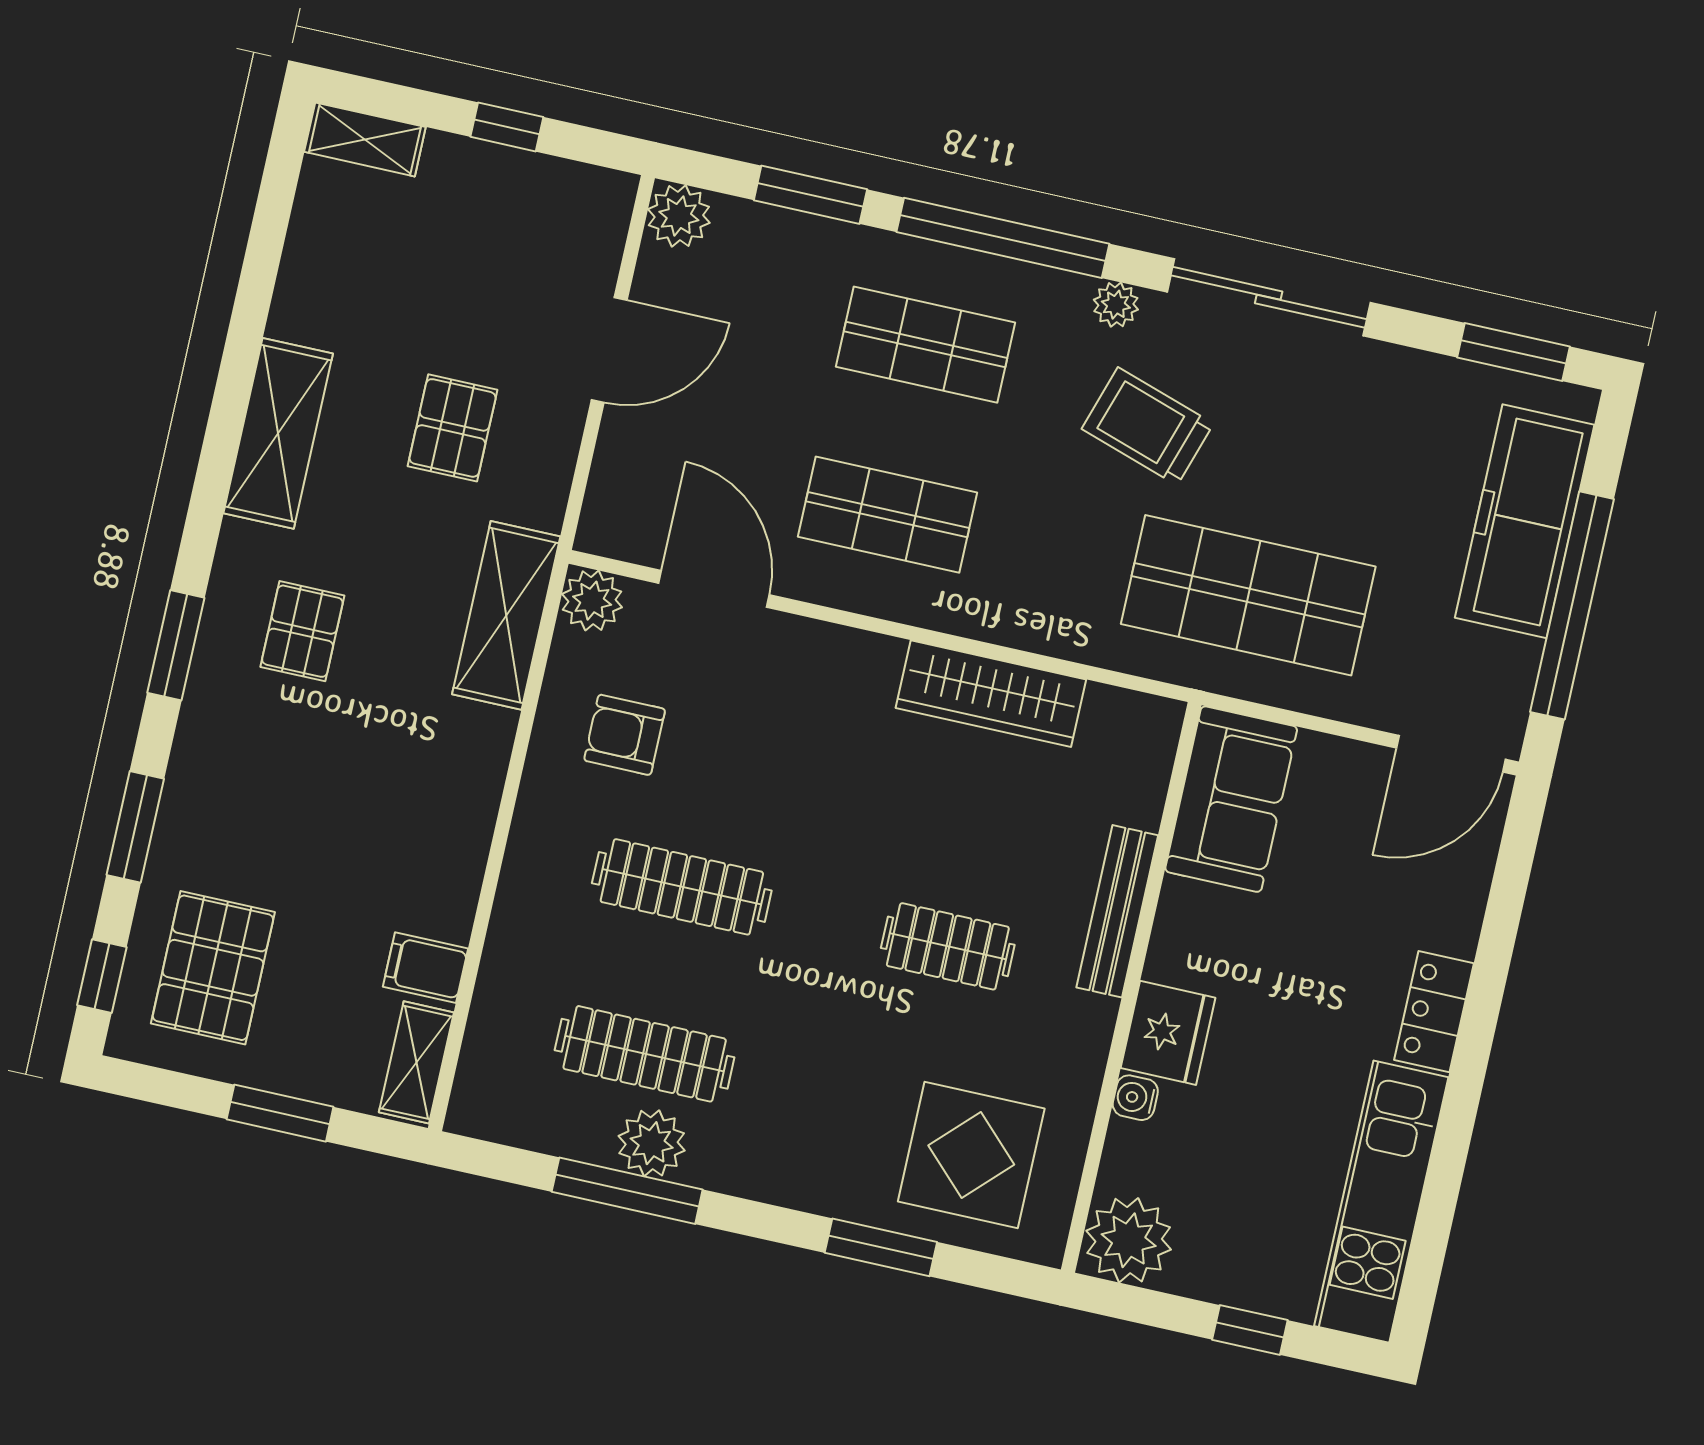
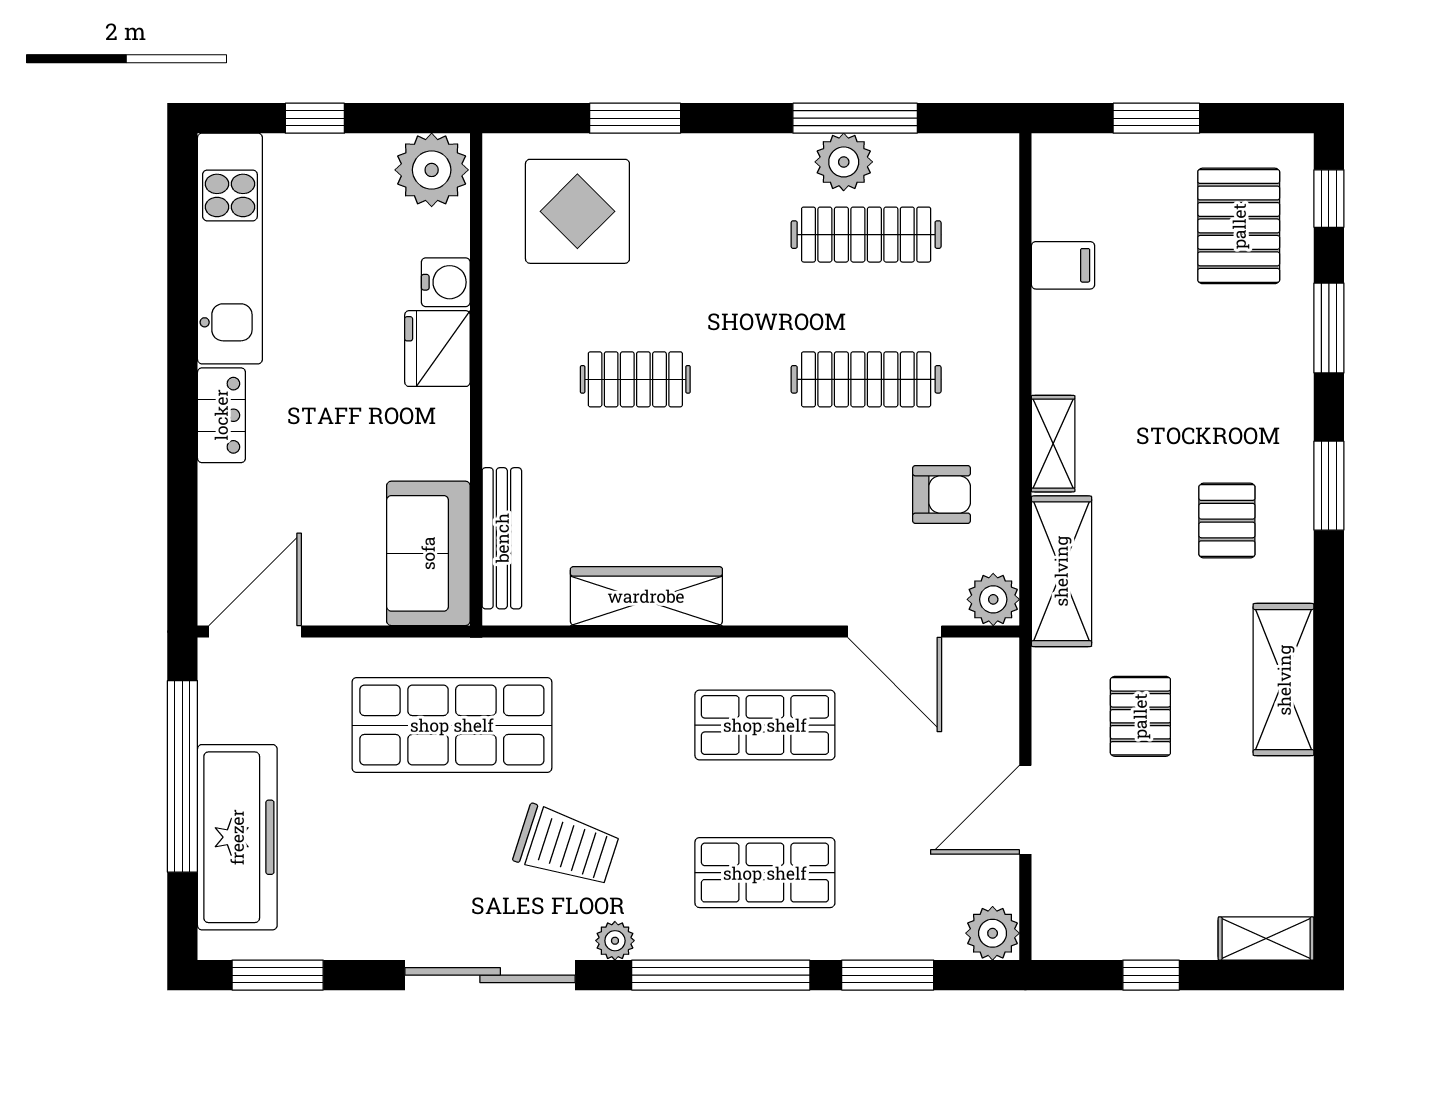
bench: (1117, 911) -> (502, 538), moved
shelving: (416, 1062) -> (1053, 444), moved
water cooler: (1135, 1098) -> (446, 282), width x1.38, depth x1.38

